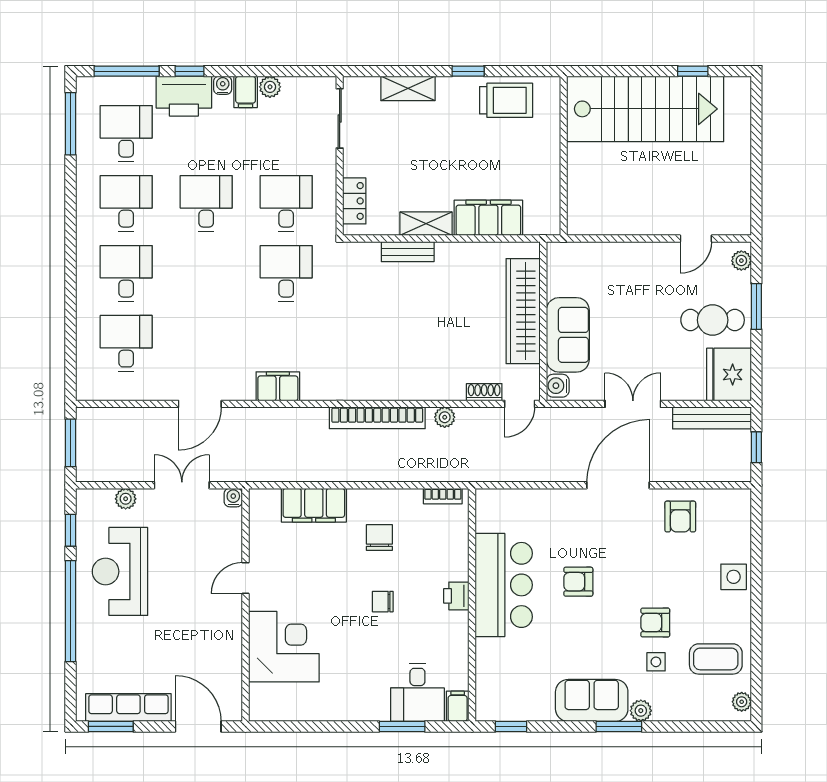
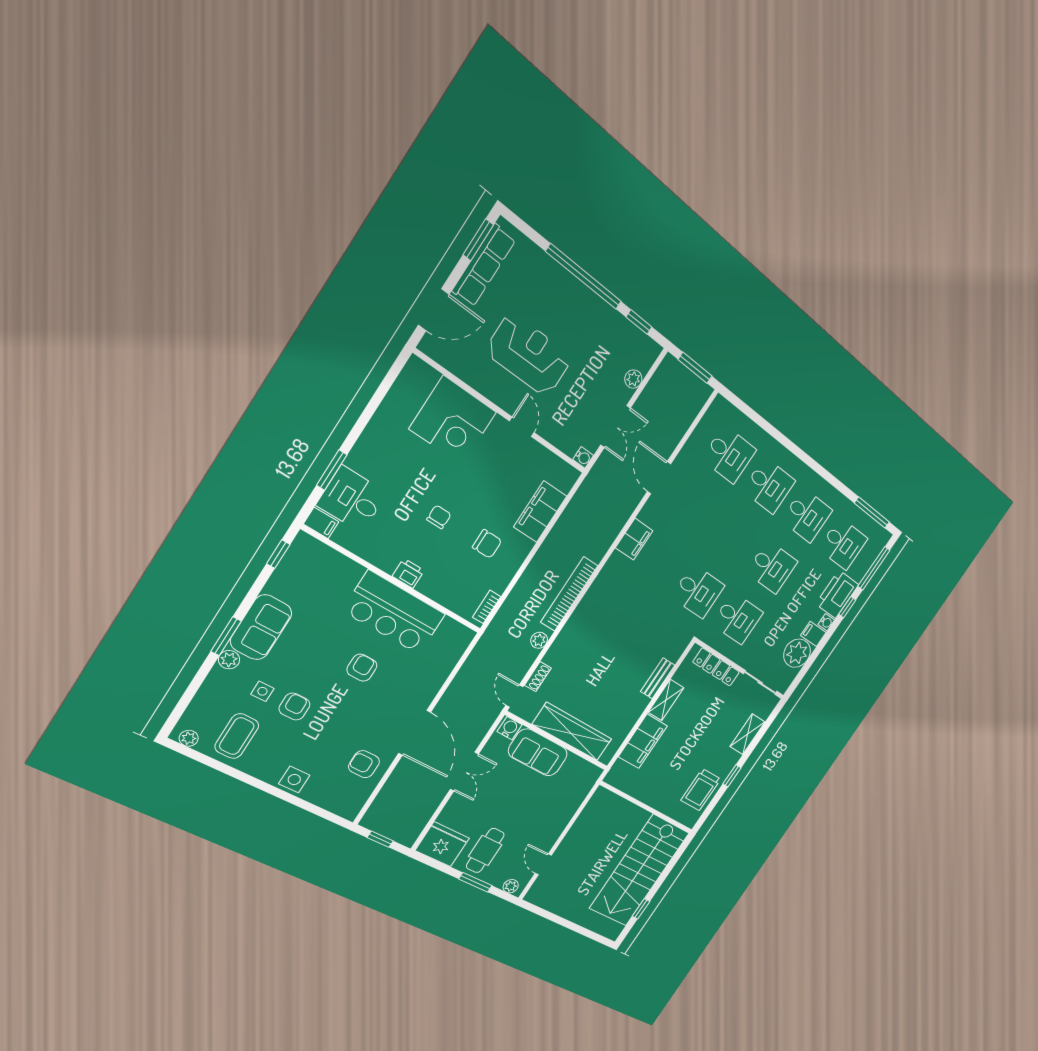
plant: (270, 87) -> (797, 653), width x1.87, depth x1.87
locker: (354, 201) -> (716, 667), width x1.53
bench: (712, 418) -> (420, 819), removed
reception desk: (120, 571) -> (529, 355), moved

